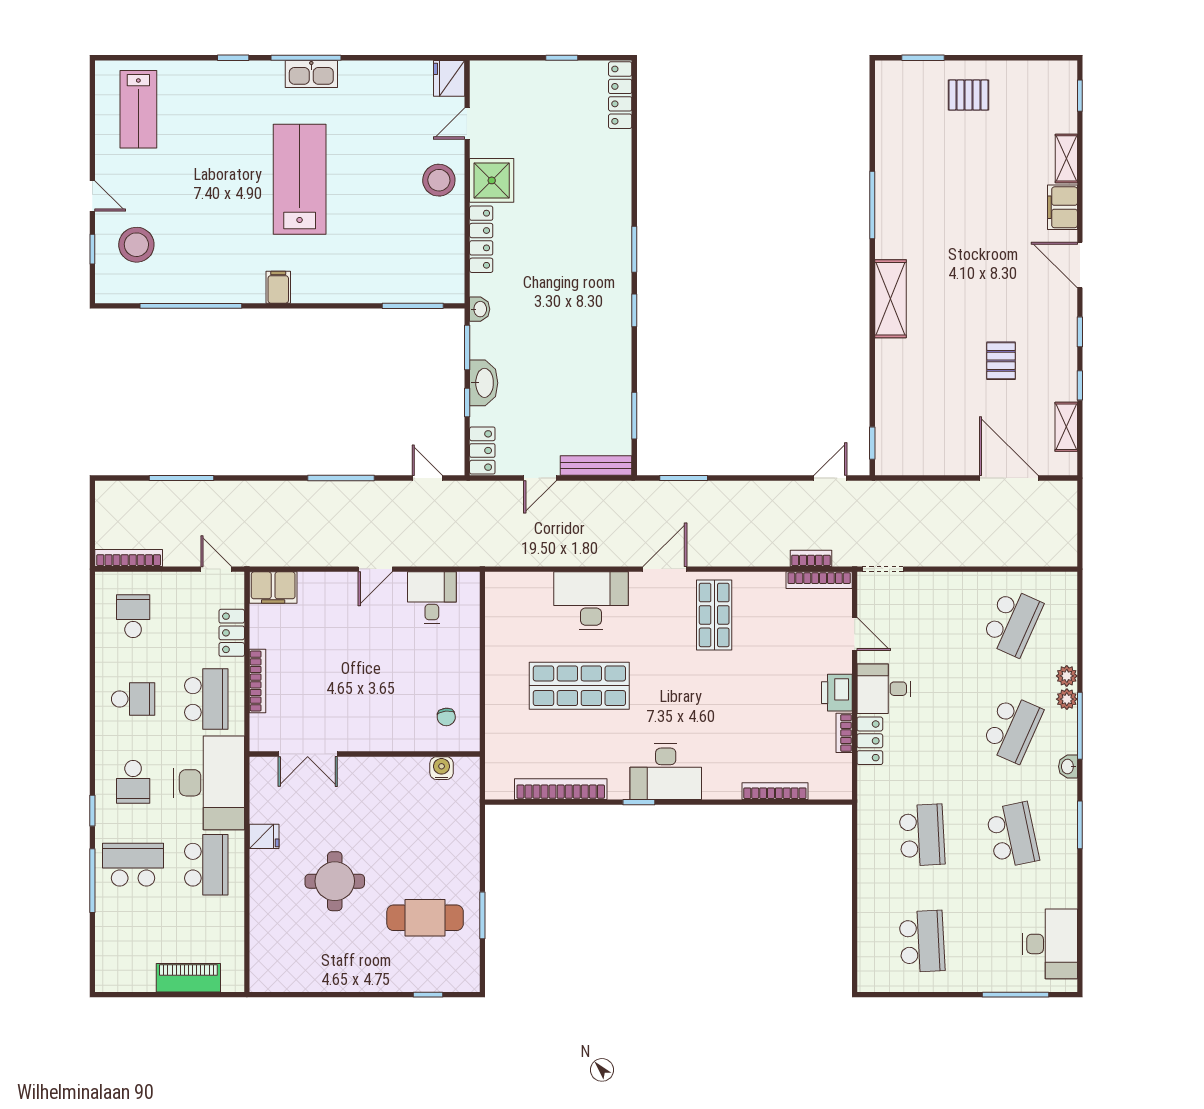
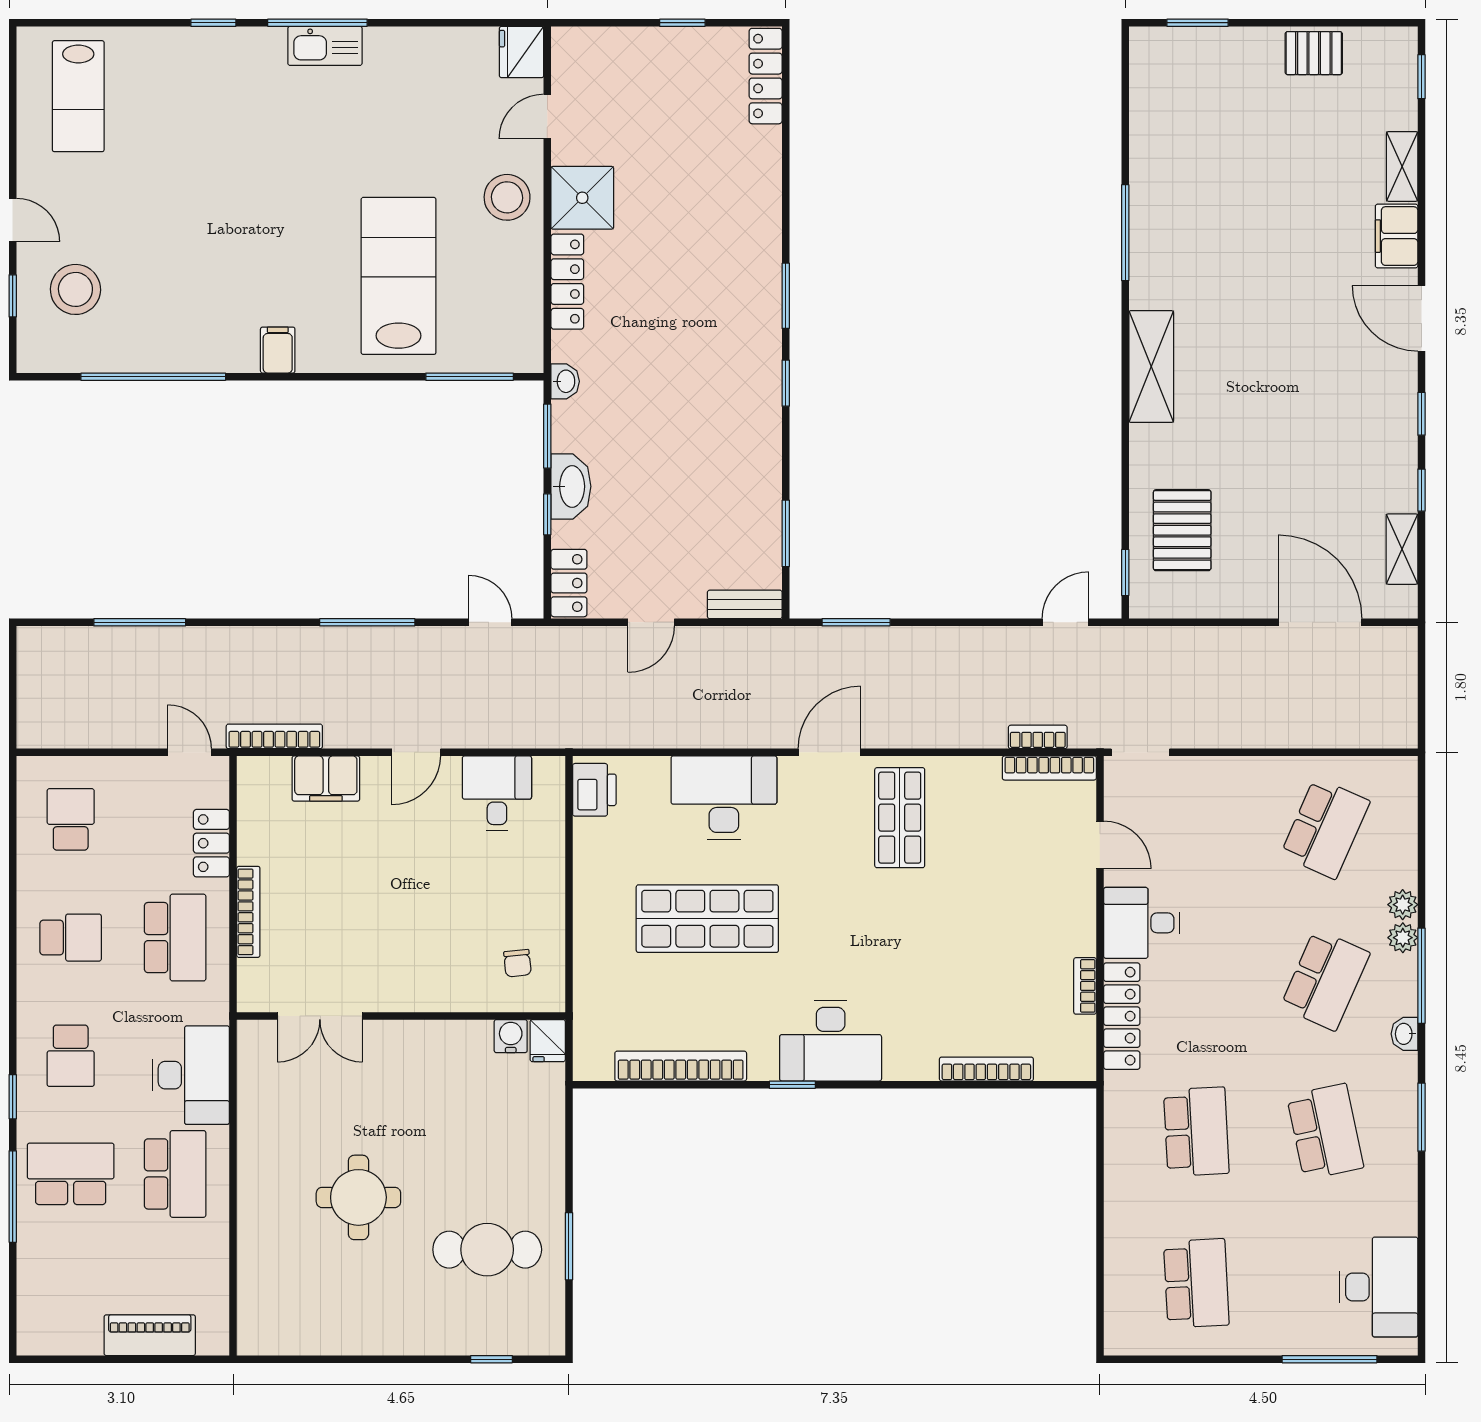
pallet: (968, 95) -> (1314, 53), moved
lab bench: (300, 179) -> (399, 276), moved
pallet: (1001, 361) -> (1182, 530), moved, width x1.50, depth x1.42
bench: (596, 466) -> (745, 604), width x0.73
bookcase: (129, 558) -> (274, 736), moved
filing cabinet: (273, 588) -> (326, 778), moved
printer: (837, 693) -> (594, 790), moved, turned 180
locker: (870, 741) -> (1122, 1016), width x1.53
desk: (209, 783) -> (191, 1075), width x0.73, depth x0.77
fridge: (264, 836) -> (548, 1041), moved, turned 90

